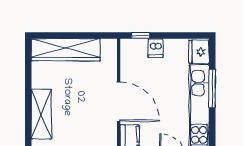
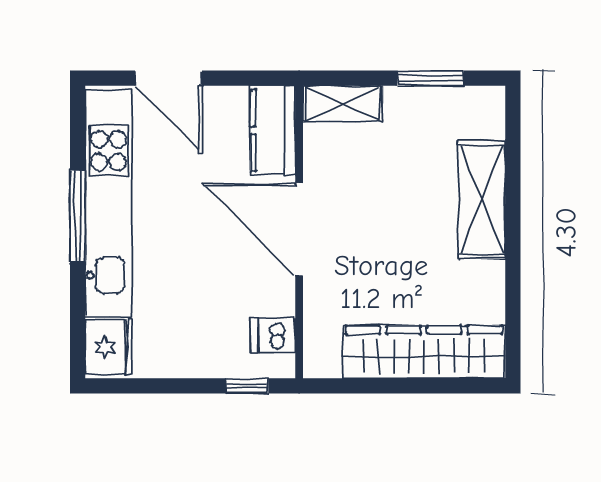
dishwasher: (156, 48) -> (273, 336), moved, turned -90
window: (212, 88) -> (78, 216), moved

